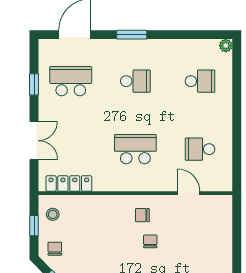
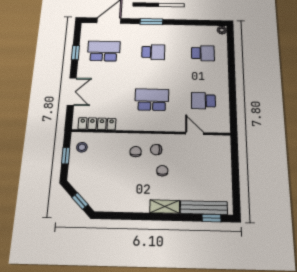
chair: (55, 249) -> (136, 152), moved

